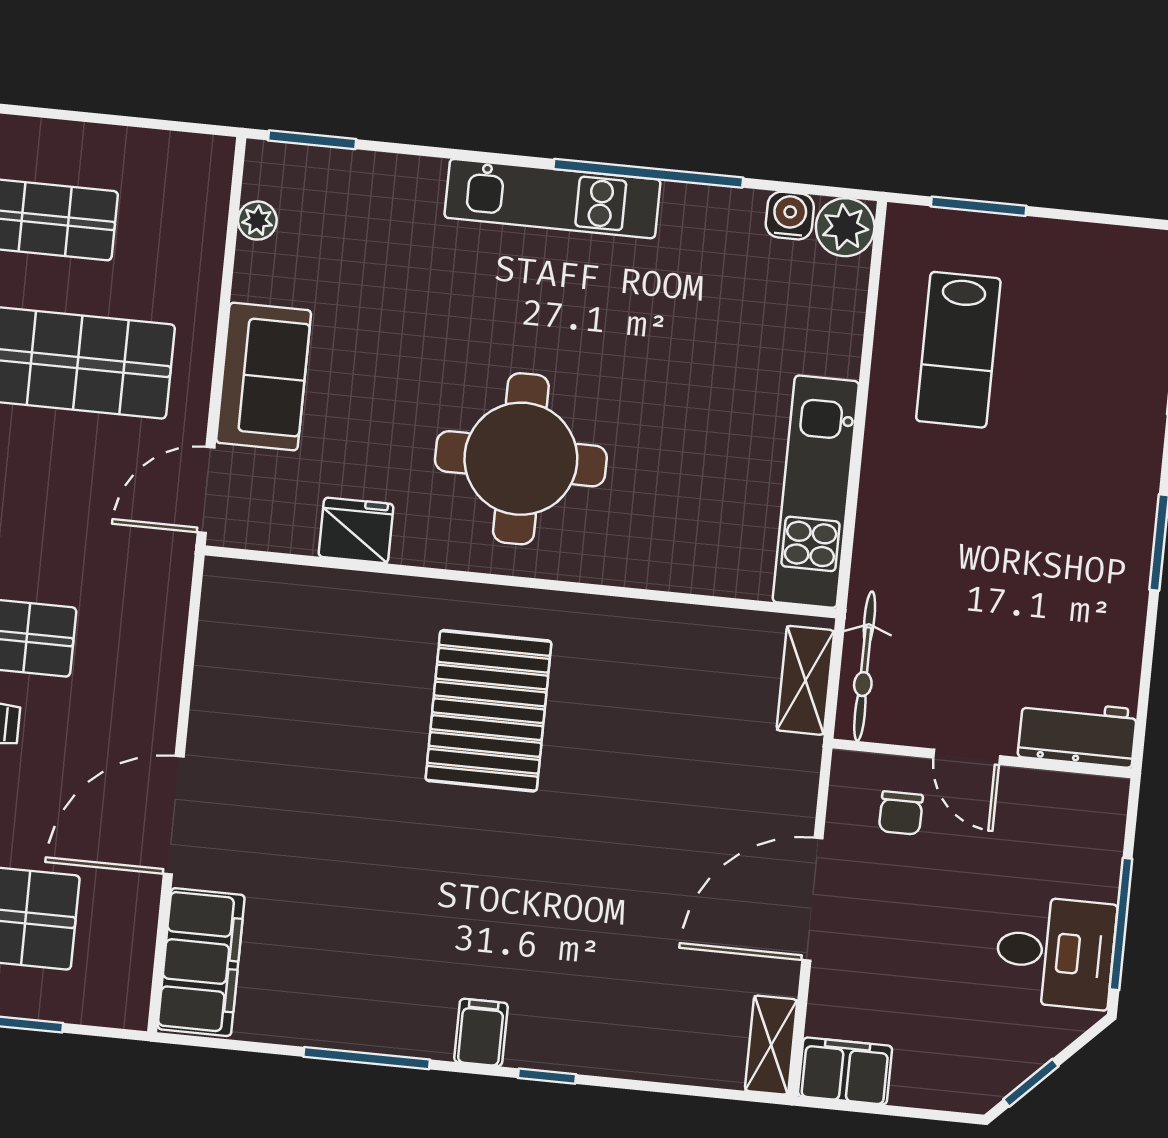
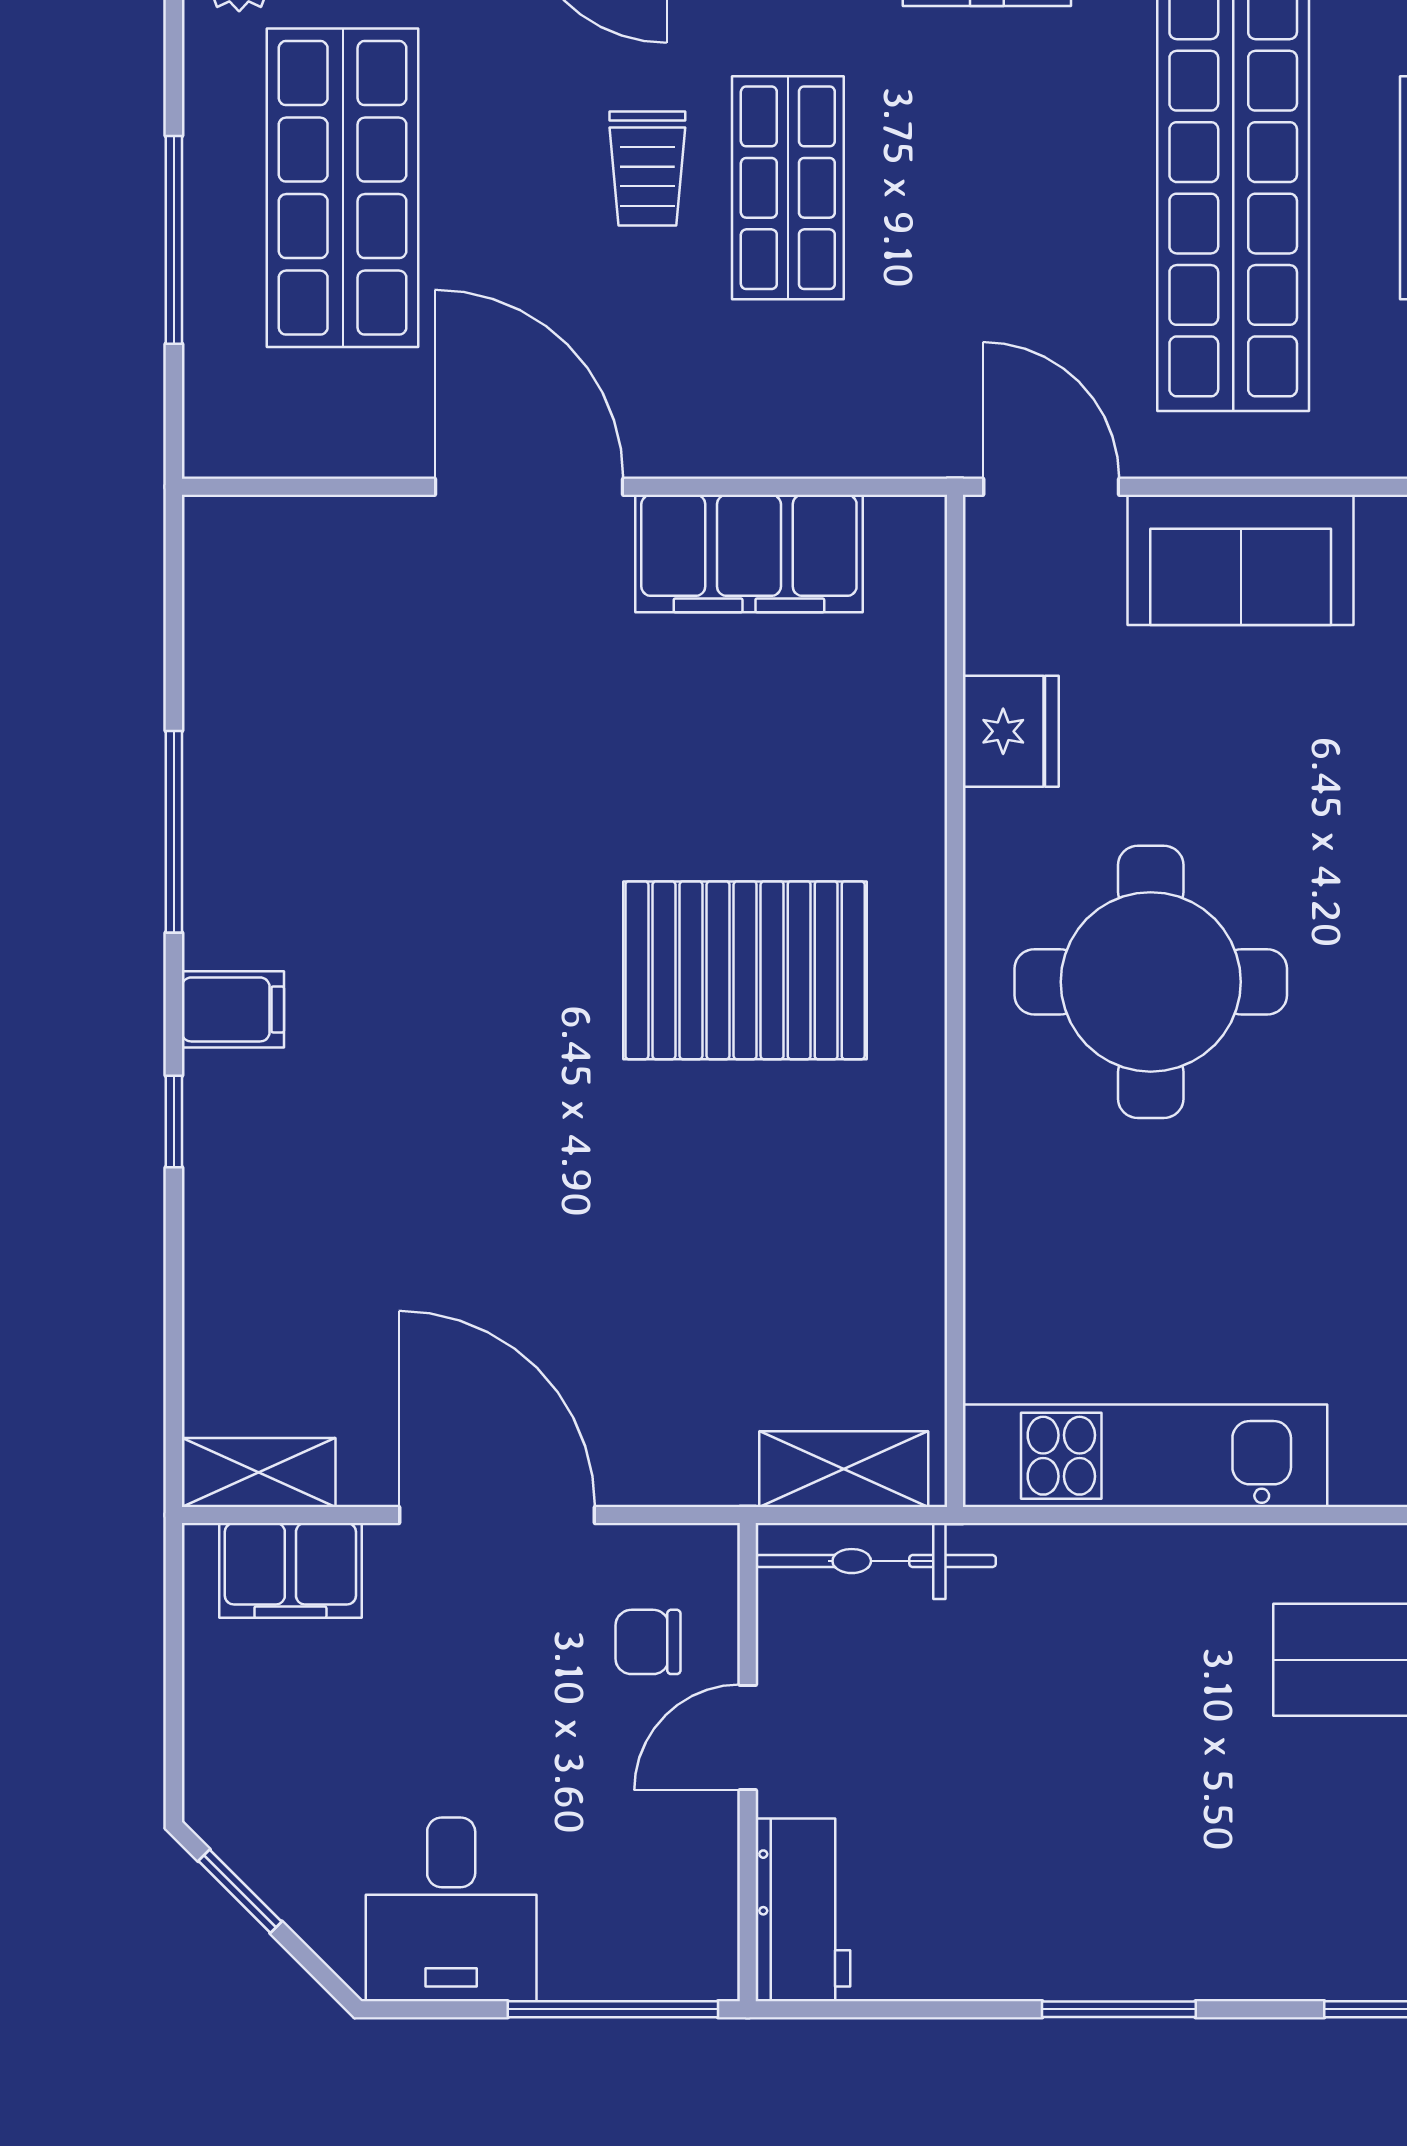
window: (1121, 924) -> (613, 2009), moved
filing cabinet: (201, 962) -> (749, 554), moved
filing cabinet: (845, 1071) -> (290, 1570), moved, turned 90

